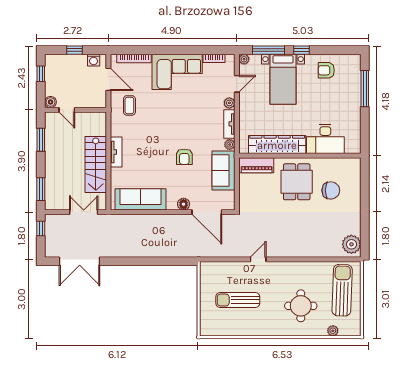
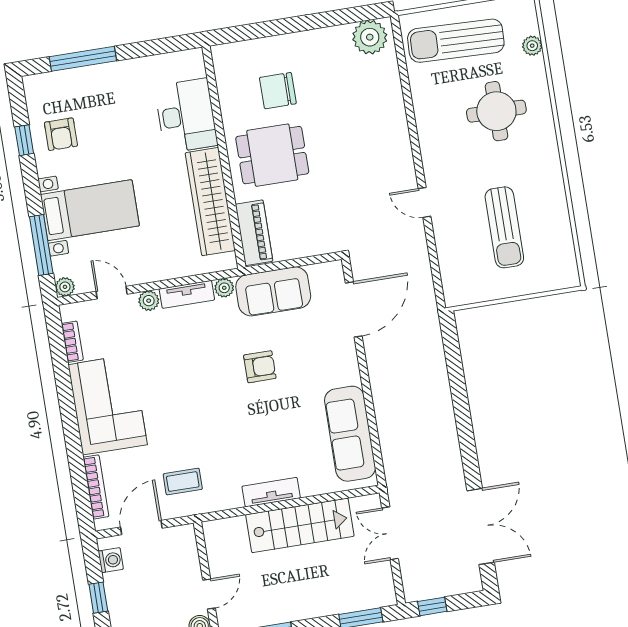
window: (301, 50) -> (24, 140), moved
chair: (331, 190) -> (278, 91), turned -90
floor lamp: (184, 204) -> (346, 354), removed

